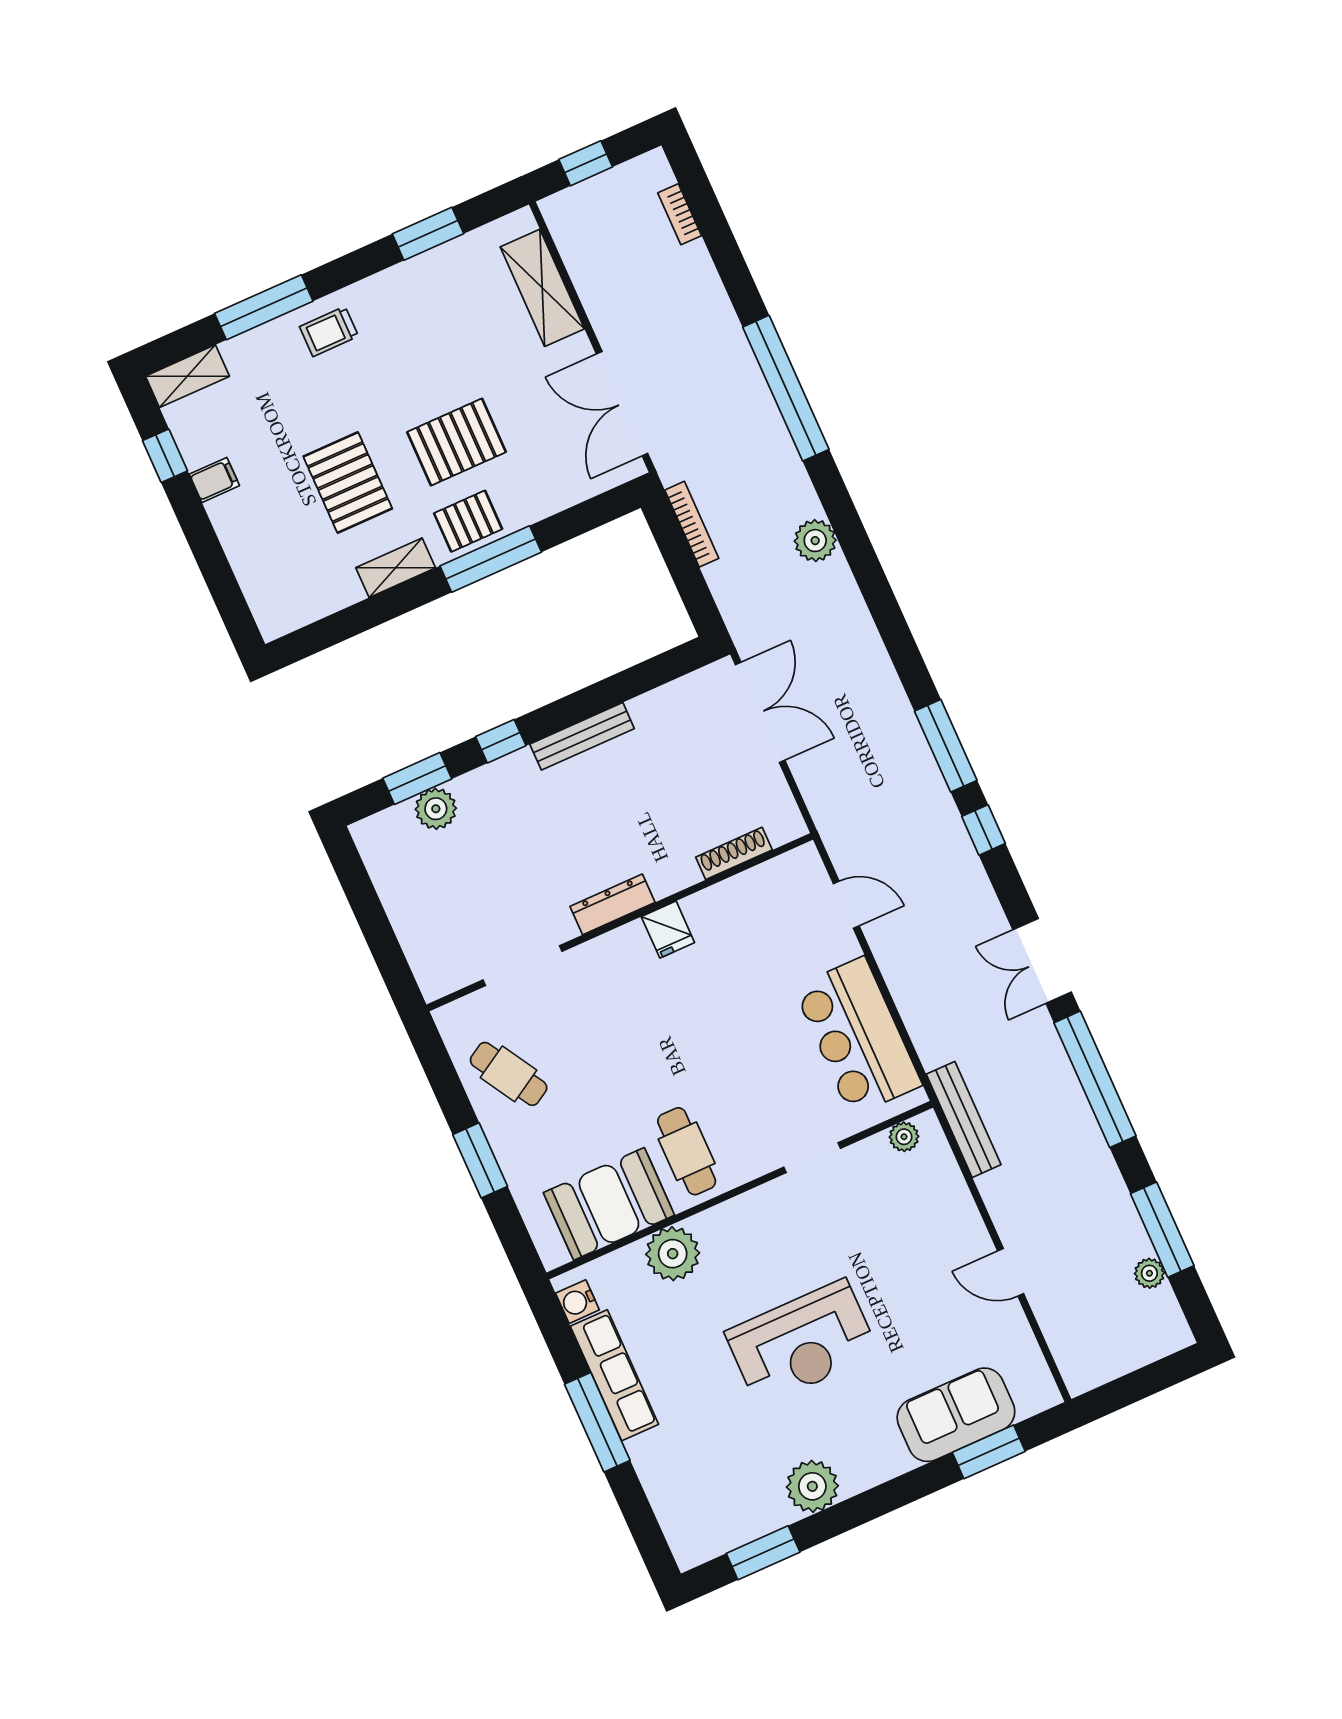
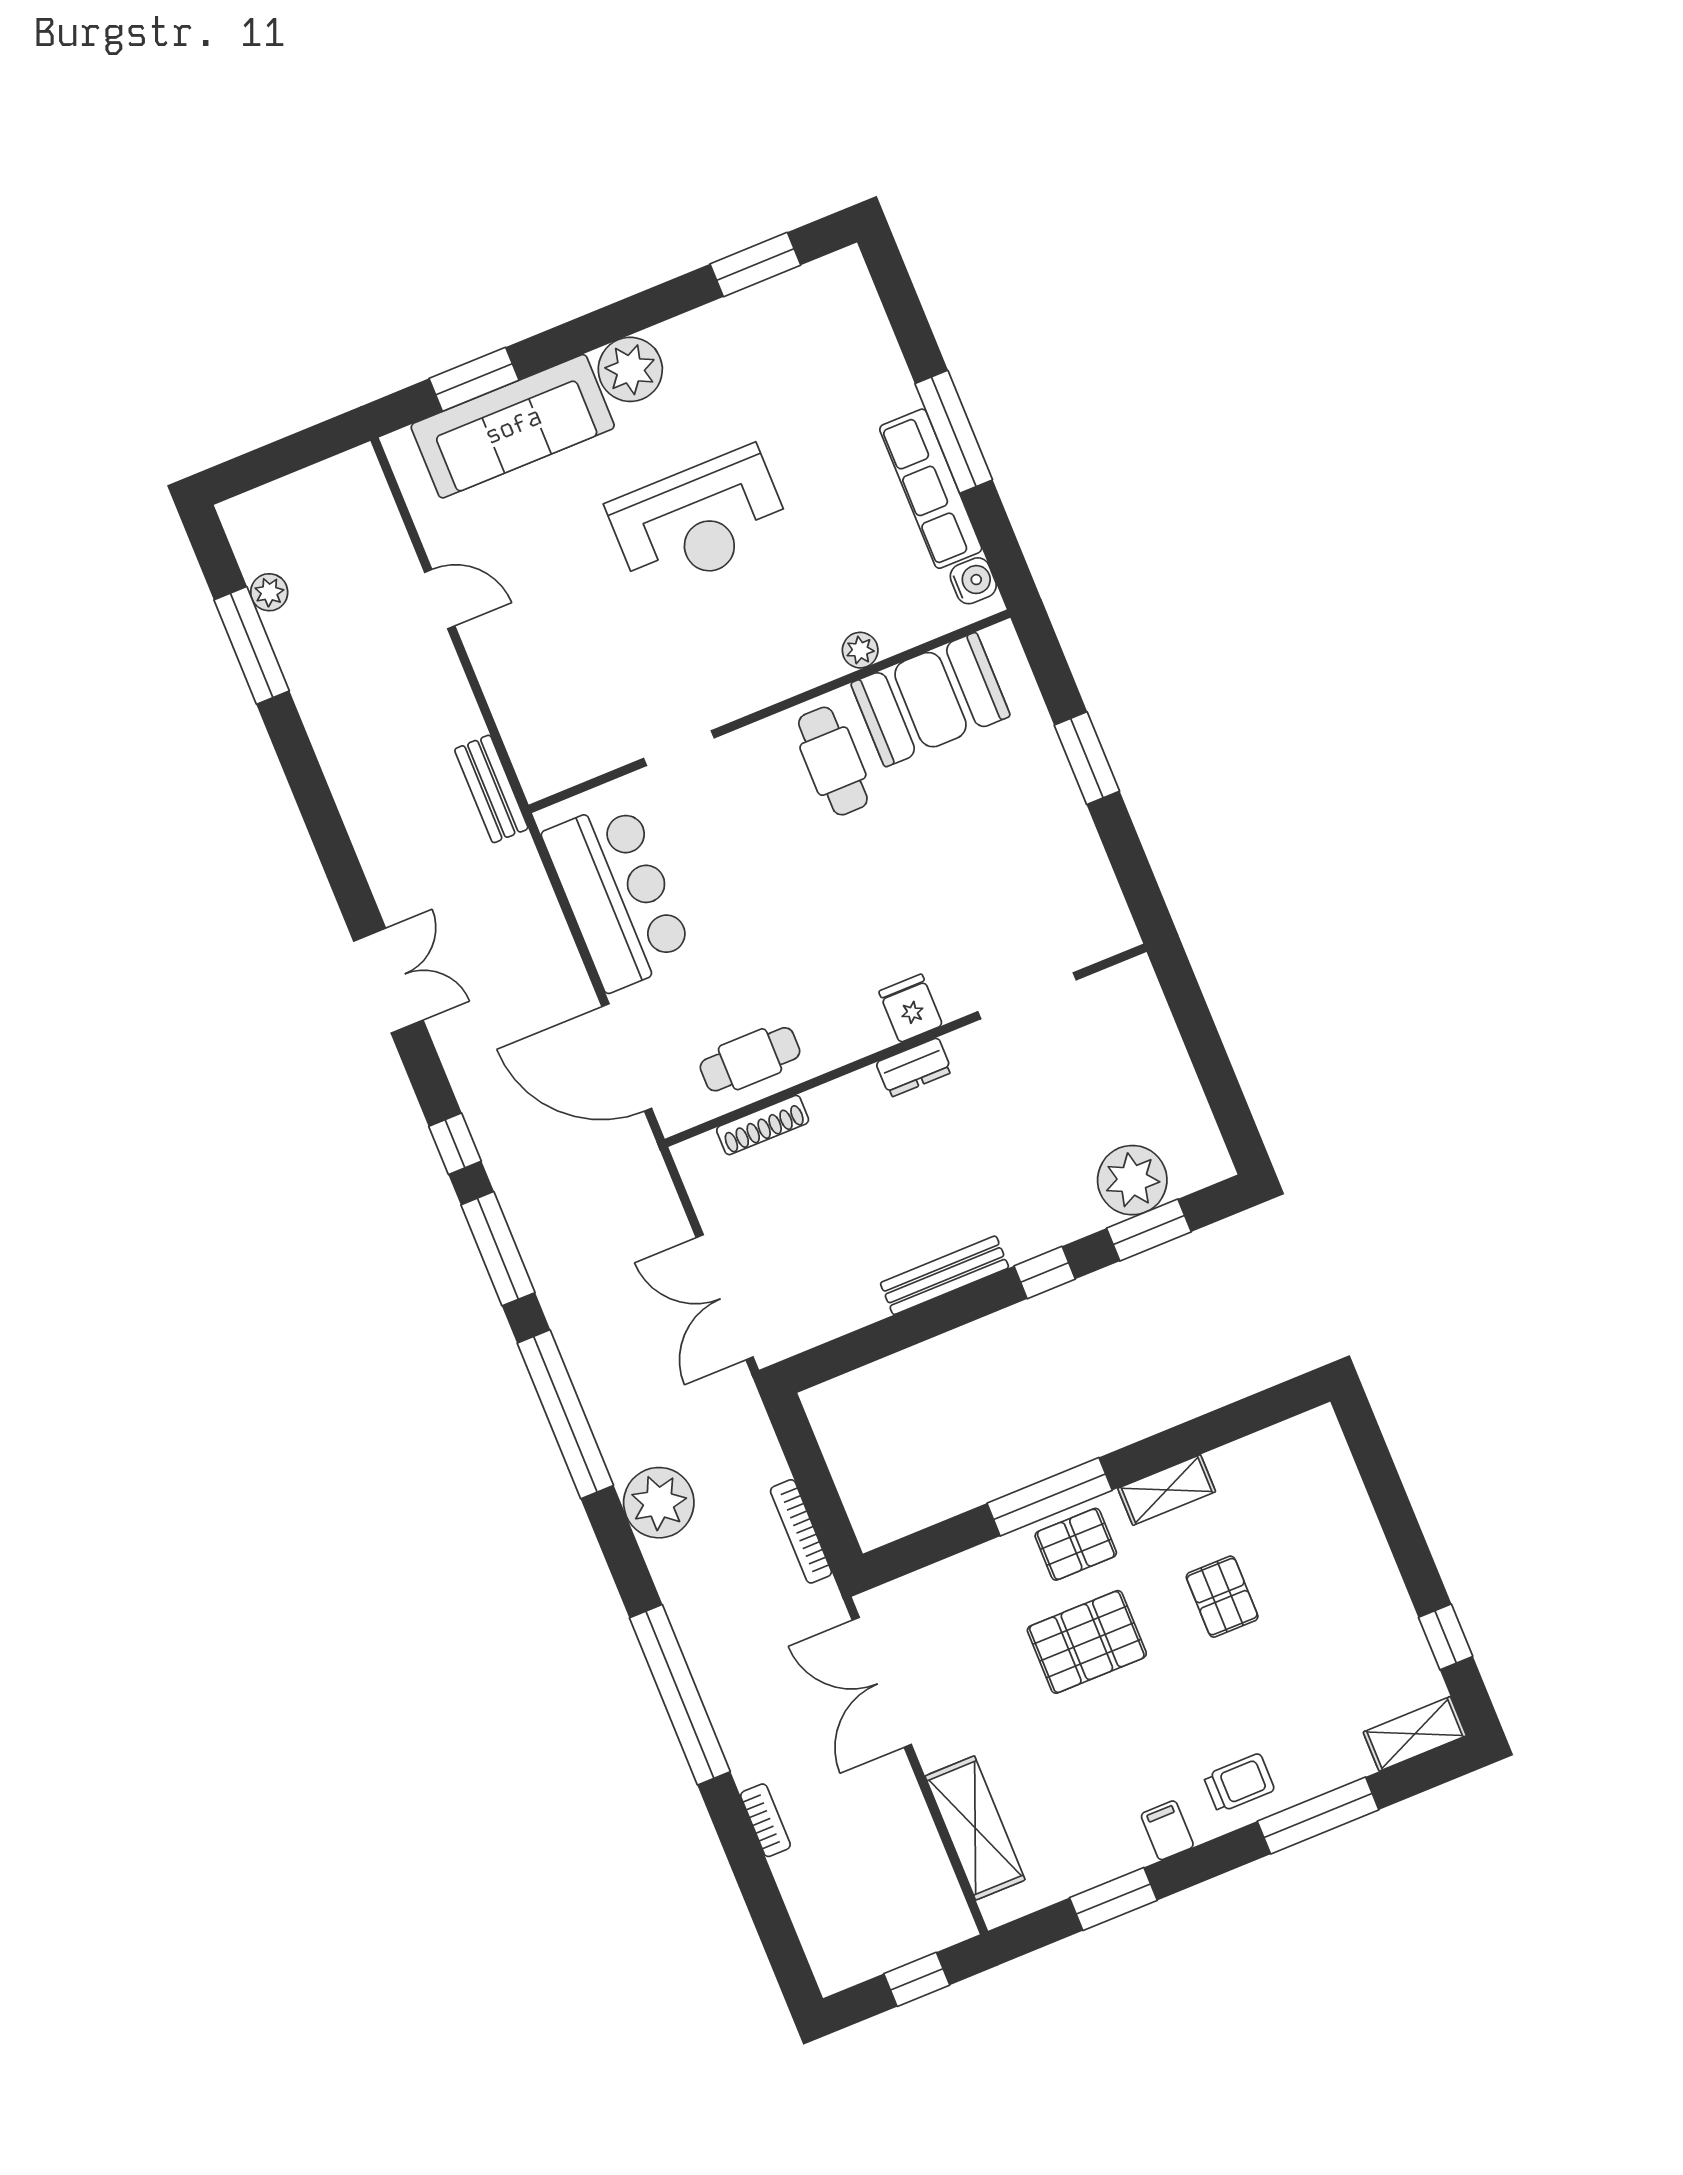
bookcase: (680, 214) -> (765, 1820), moved
double door: (622, 404) -> (882, 1682), swing flipped
filing cabinet: (214, 480) -> (1167, 1830), moved, turned 90
pallet: (348, 483) -> (1222, 1597), width x0.67, depth x0.71
plant: (815, 541) -> (659, 1503), width x1.36, depth x1.36
plant: (436, 809) -> (1132, 1180), width x1.36, depth x1.36
dresser: (612, 904) -> (914, 1067), width x0.70
door: (846, 905) -> (627, 1057), width x1.87
fridge: (668, 930) -> (911, 1008), moved
cafe table: (509, 1074) -> (750, 1059), moved, turned -59
window: (1095, 1079) -> (565, 1414), moved
bench: (964, 1119) -> (491, 789), width x0.73
plant: (904, 1137) -> (565, 770), removed
plant: (673, 1254) -> (860, 650), width x0.53, depth x0.53
reception desk: (802, 1343) -> (699, 521), turned 180
sofa: (956, 1415) -> (513, 426), width x1.36
plant: (812, 1486) -> (630, 369), moved

